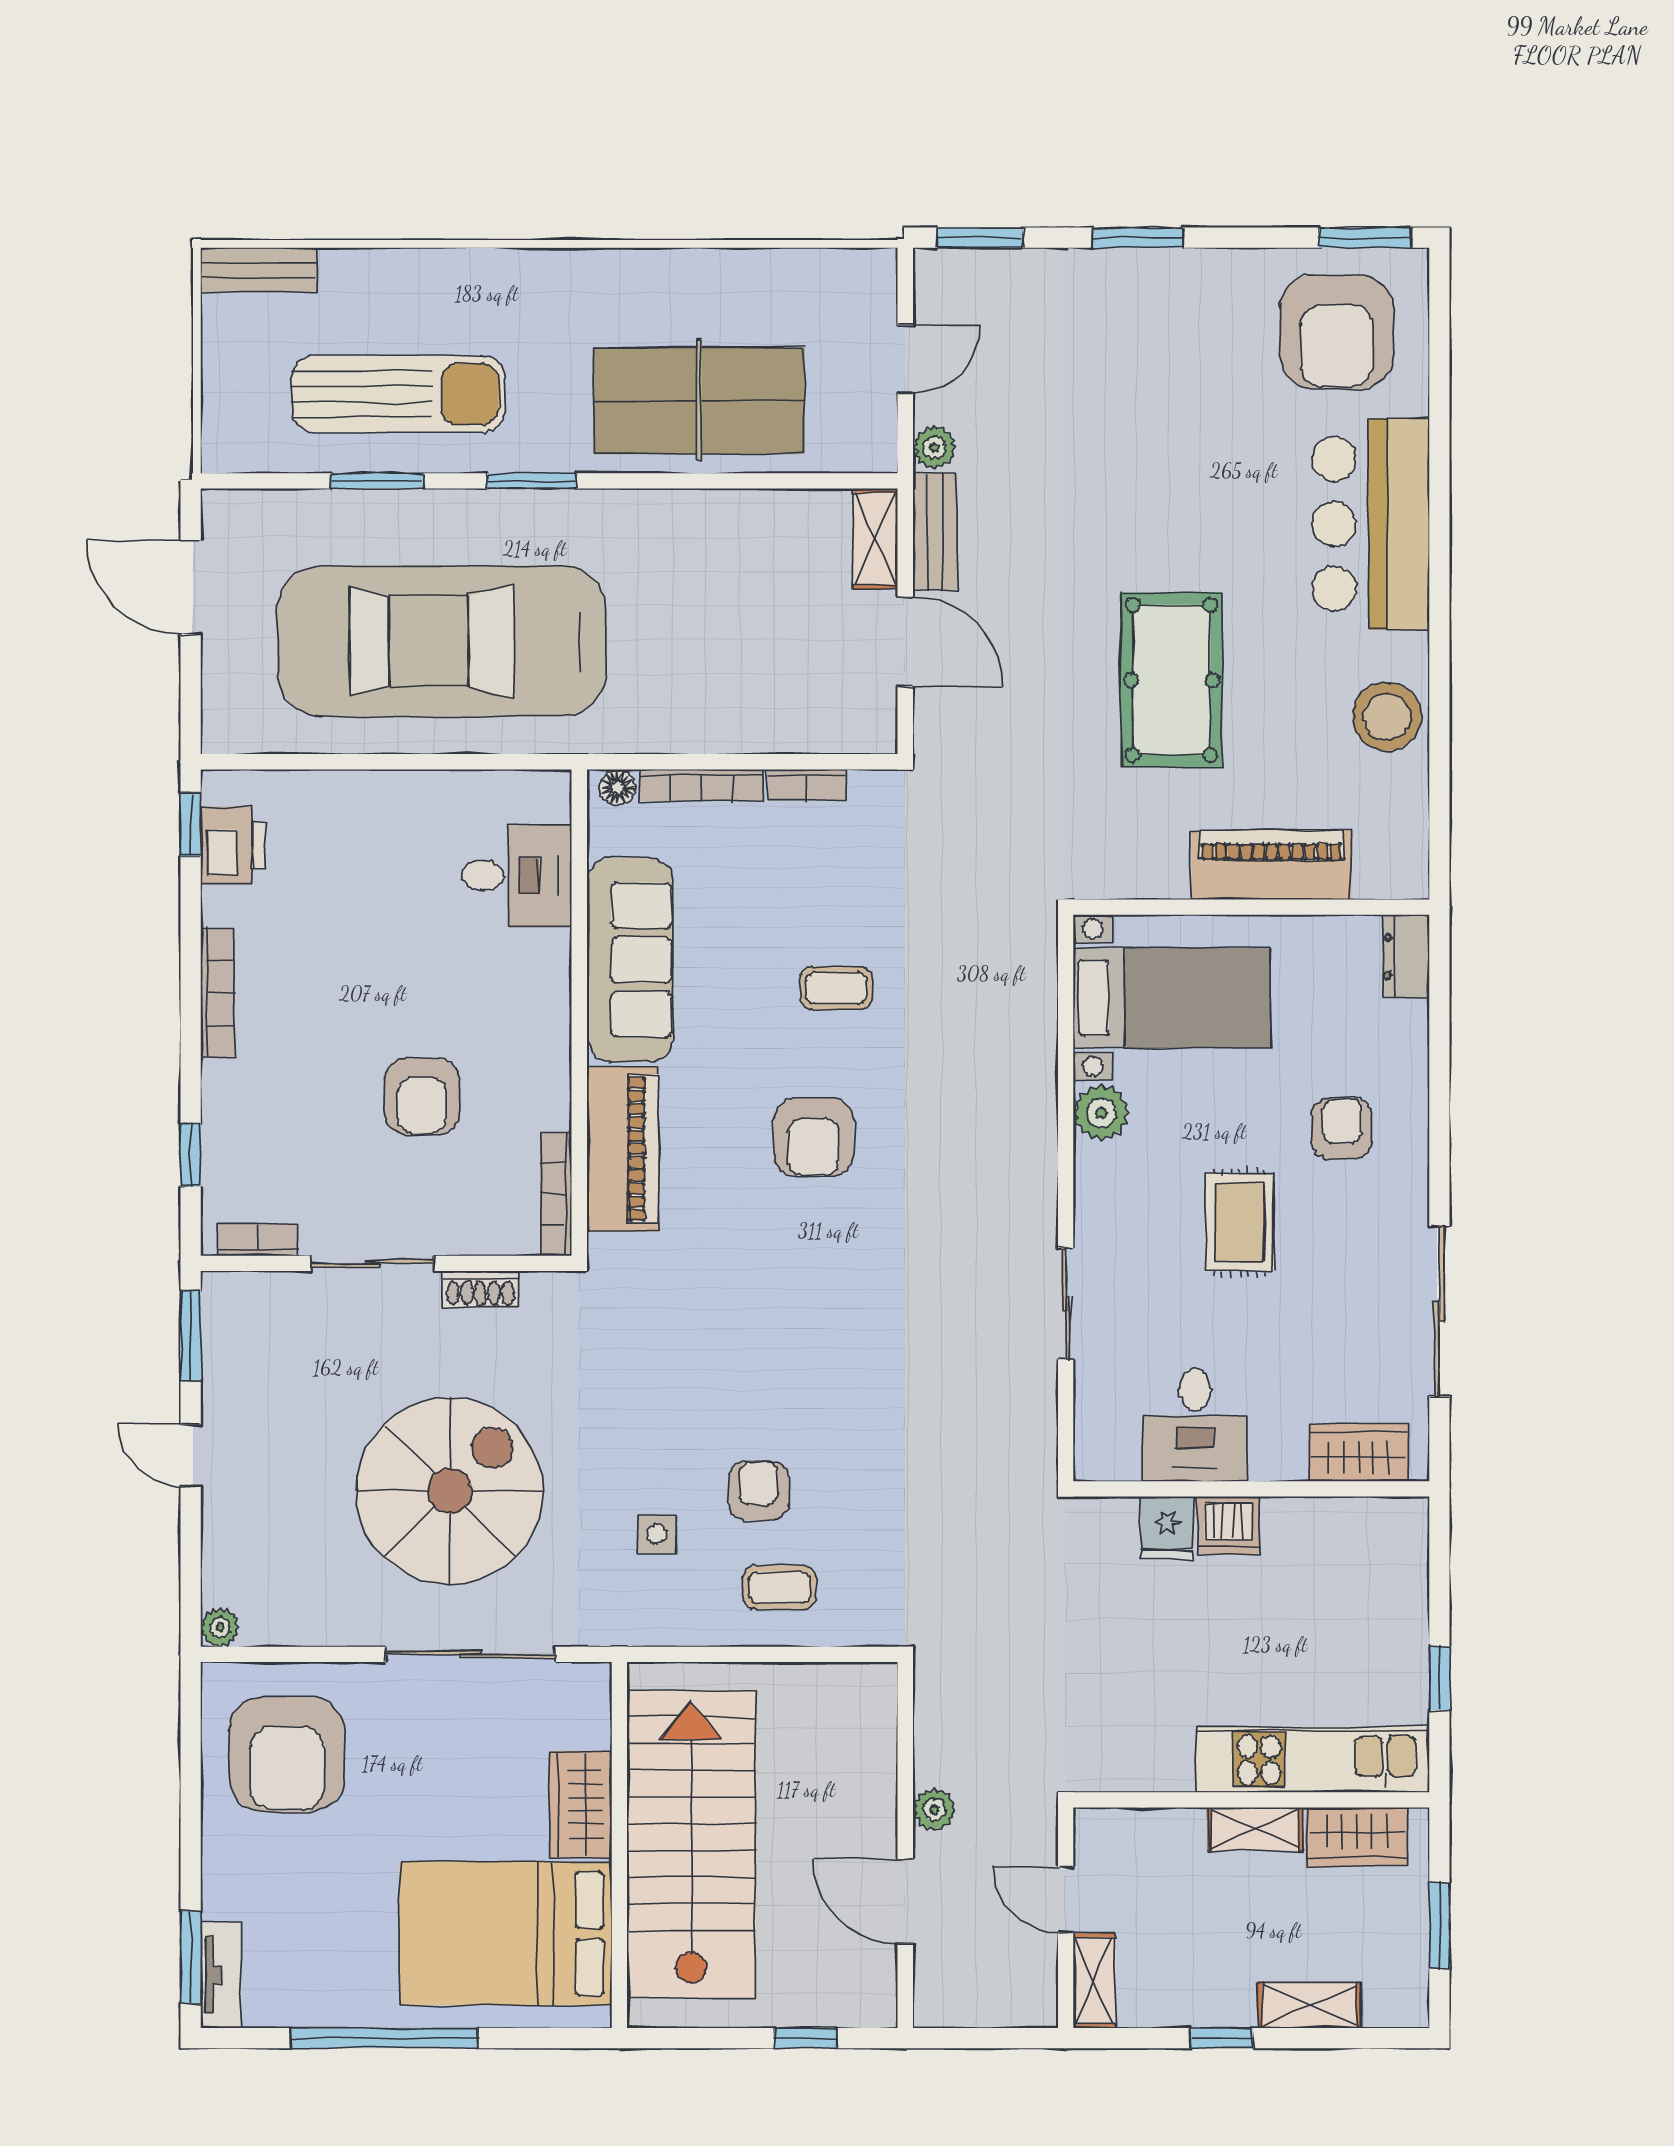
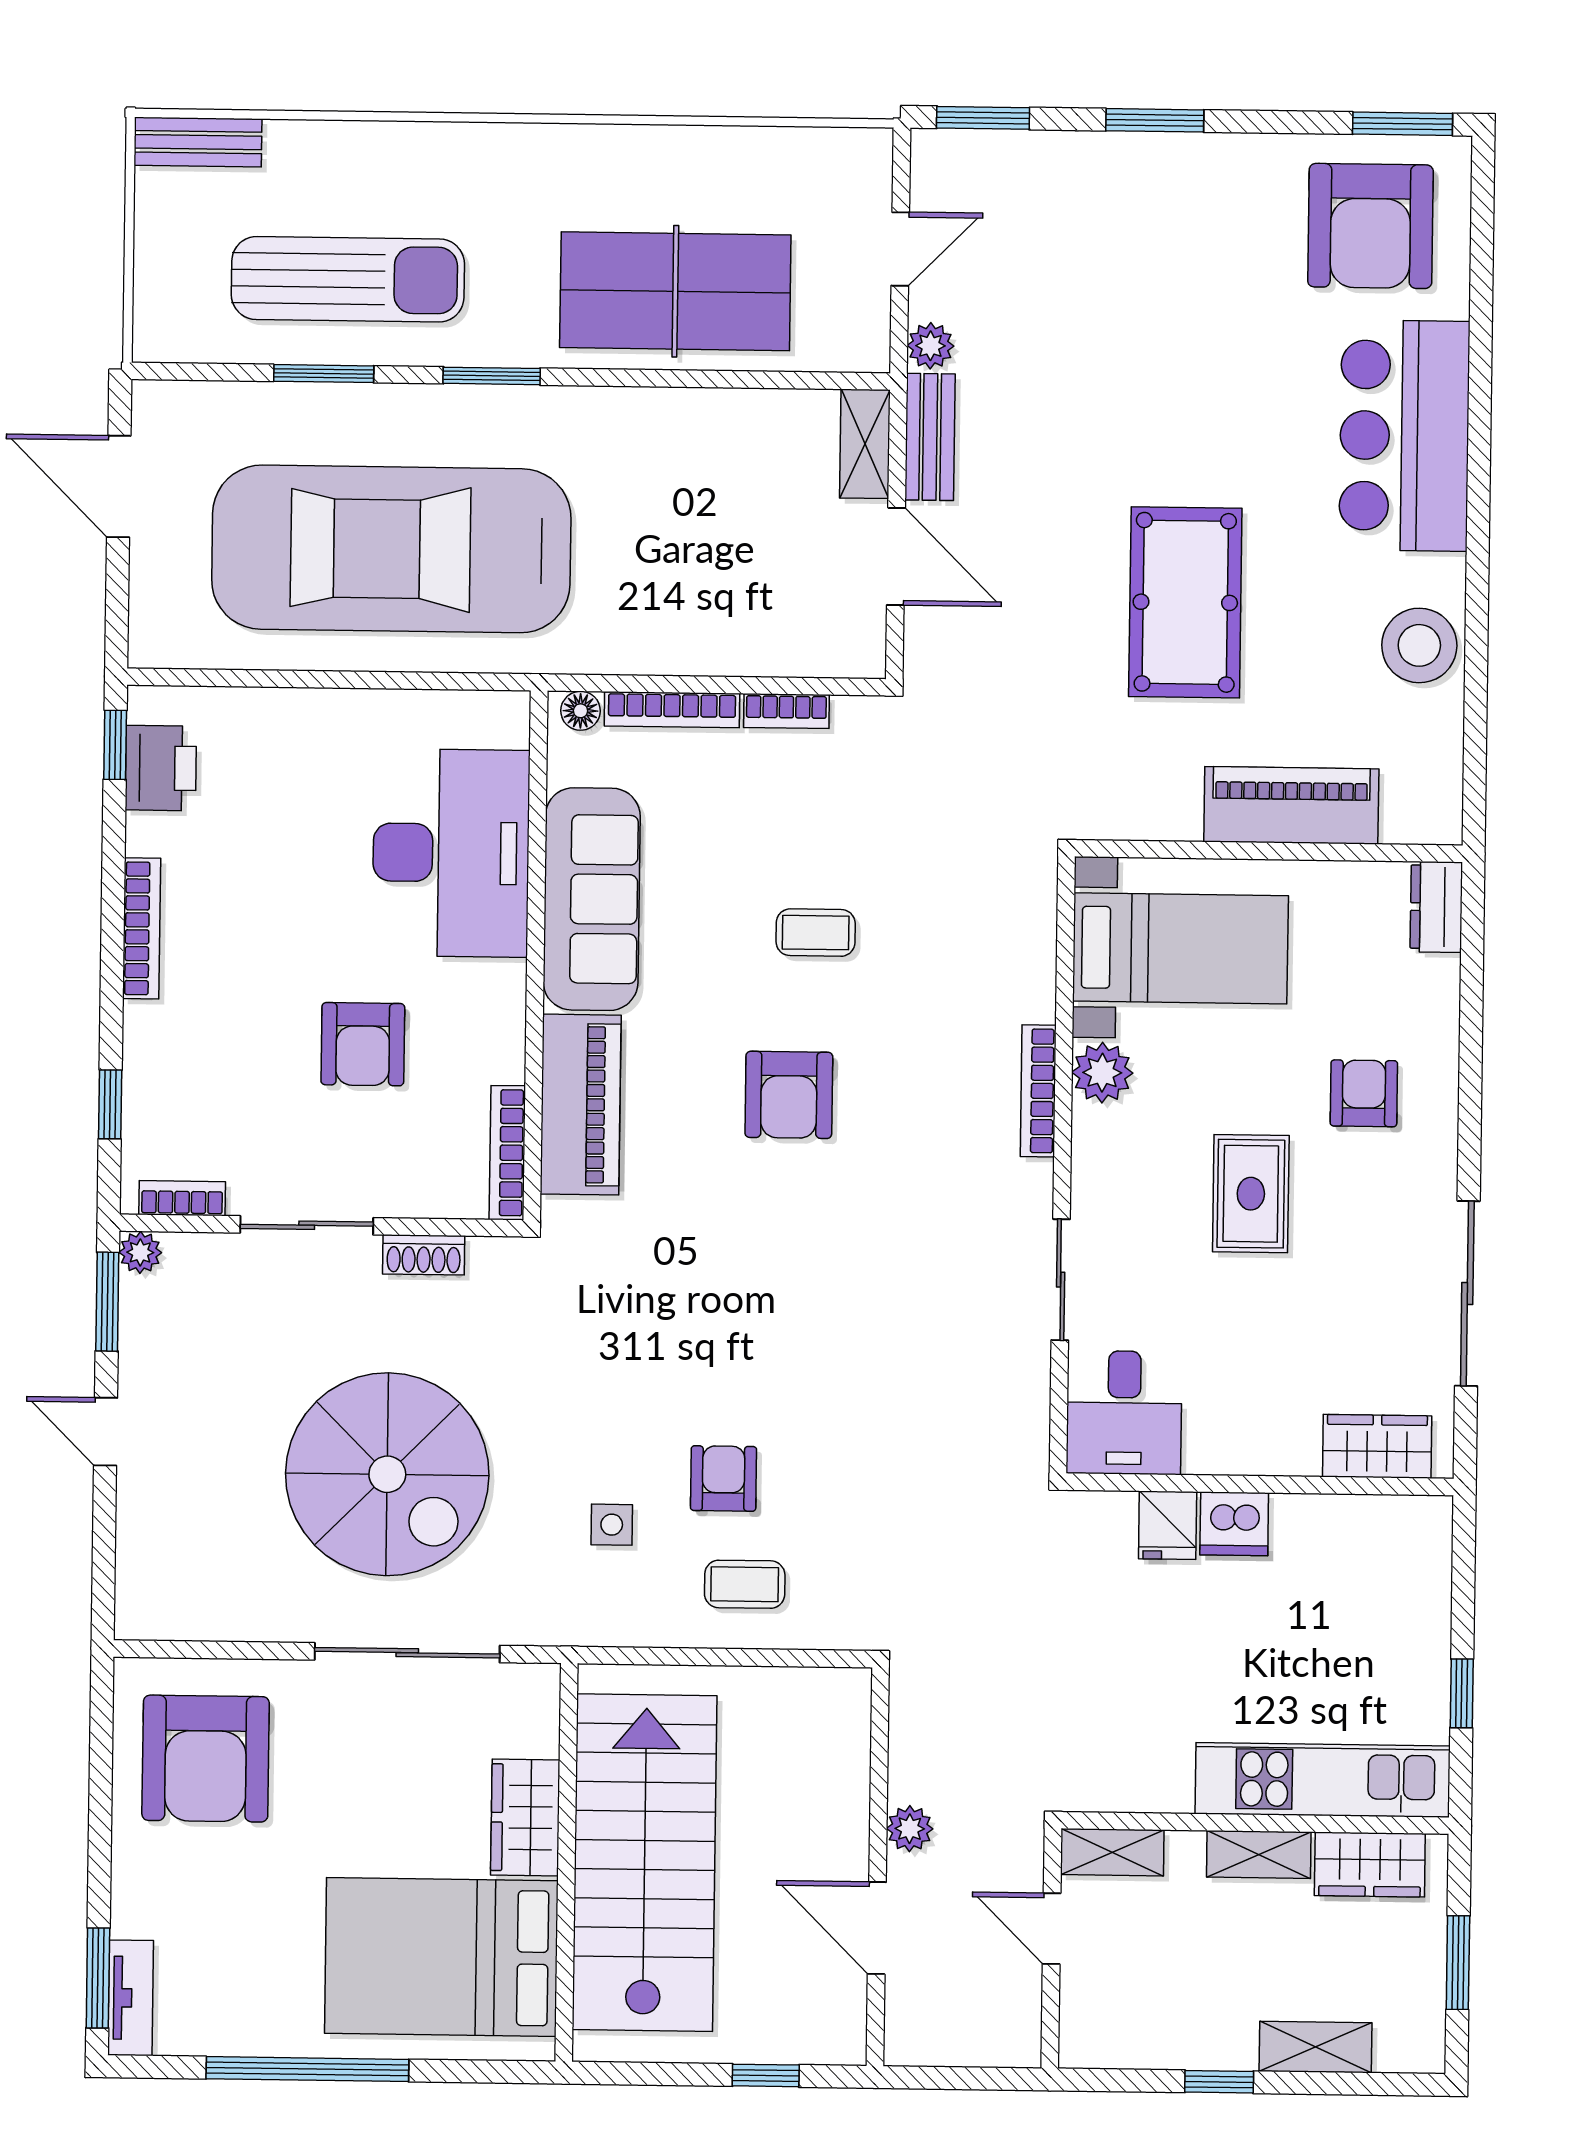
desk: (517, 875) -> (451, 853), width x1.87, depth x1.30
bookcase: (1043, 1130) -> (1038, 1091), added
desk: (1195, 1425) -> (1124, 1413), moved
spiral stairs: (450, 1491) -> (387, 1474), turned 90
plant: (220, 1627) -> (140, 1252), moved
shelving: (1094, 1981) -> (1112, 1852), moved, turned 90

